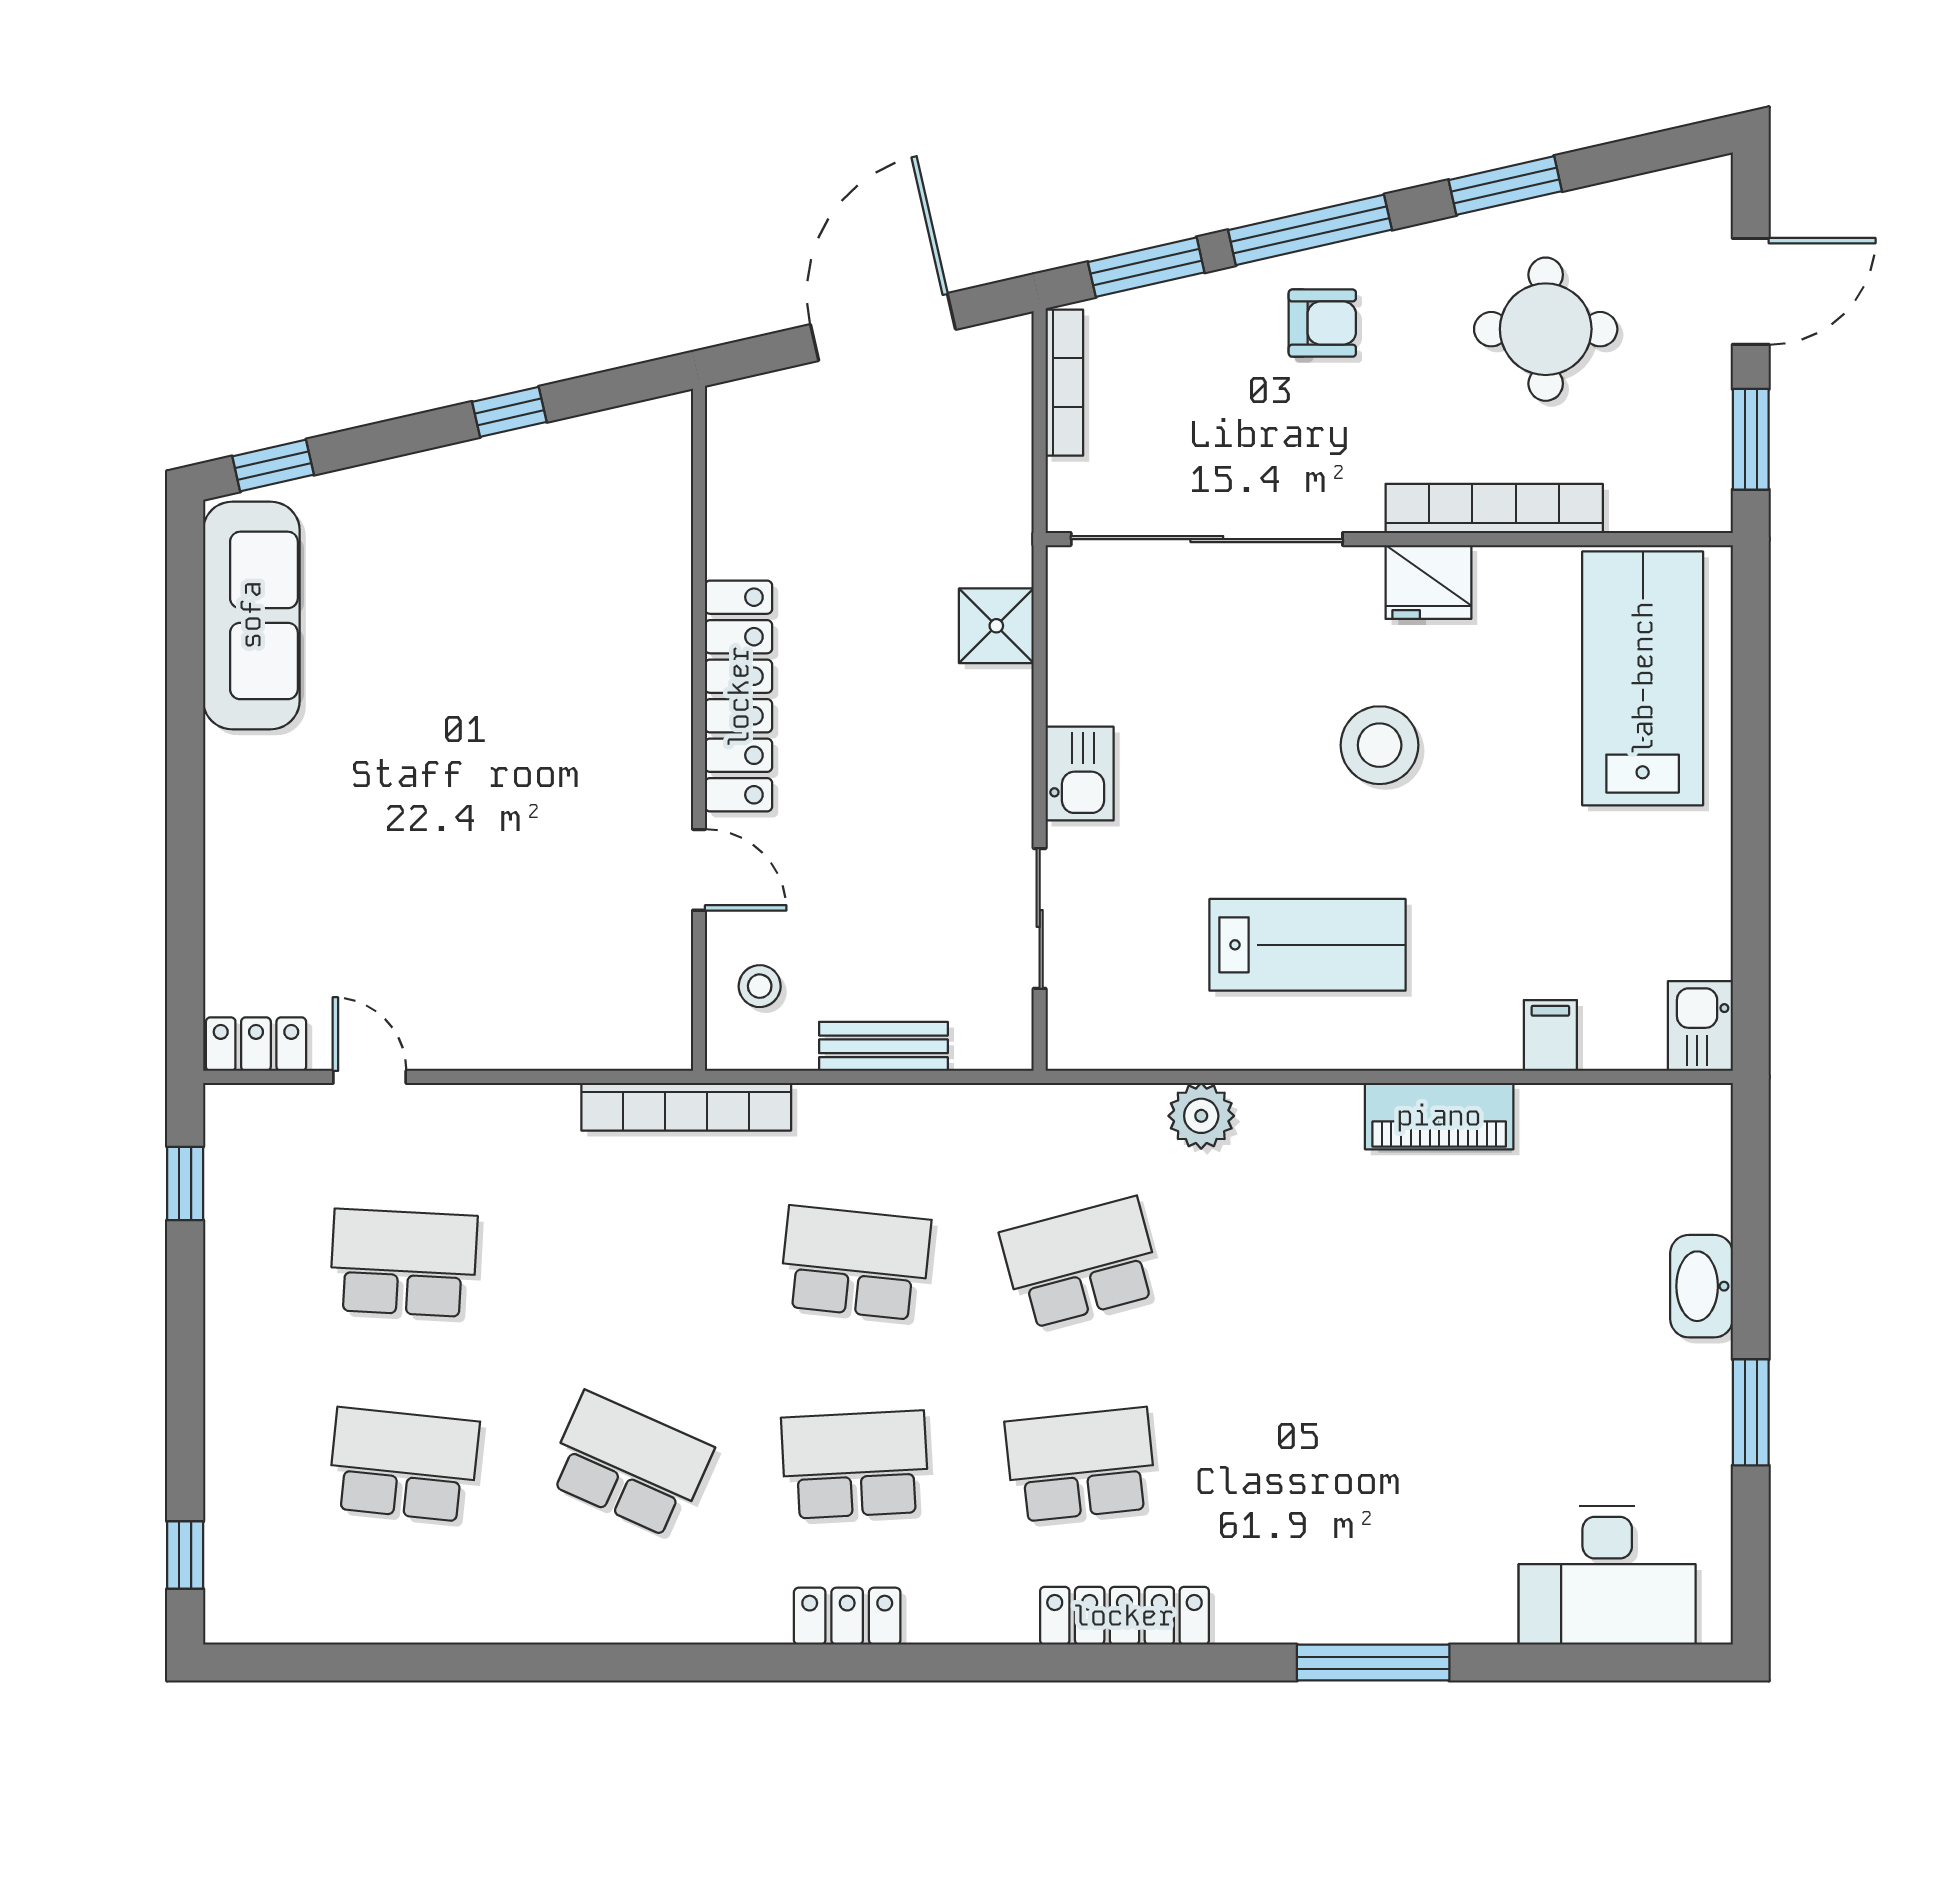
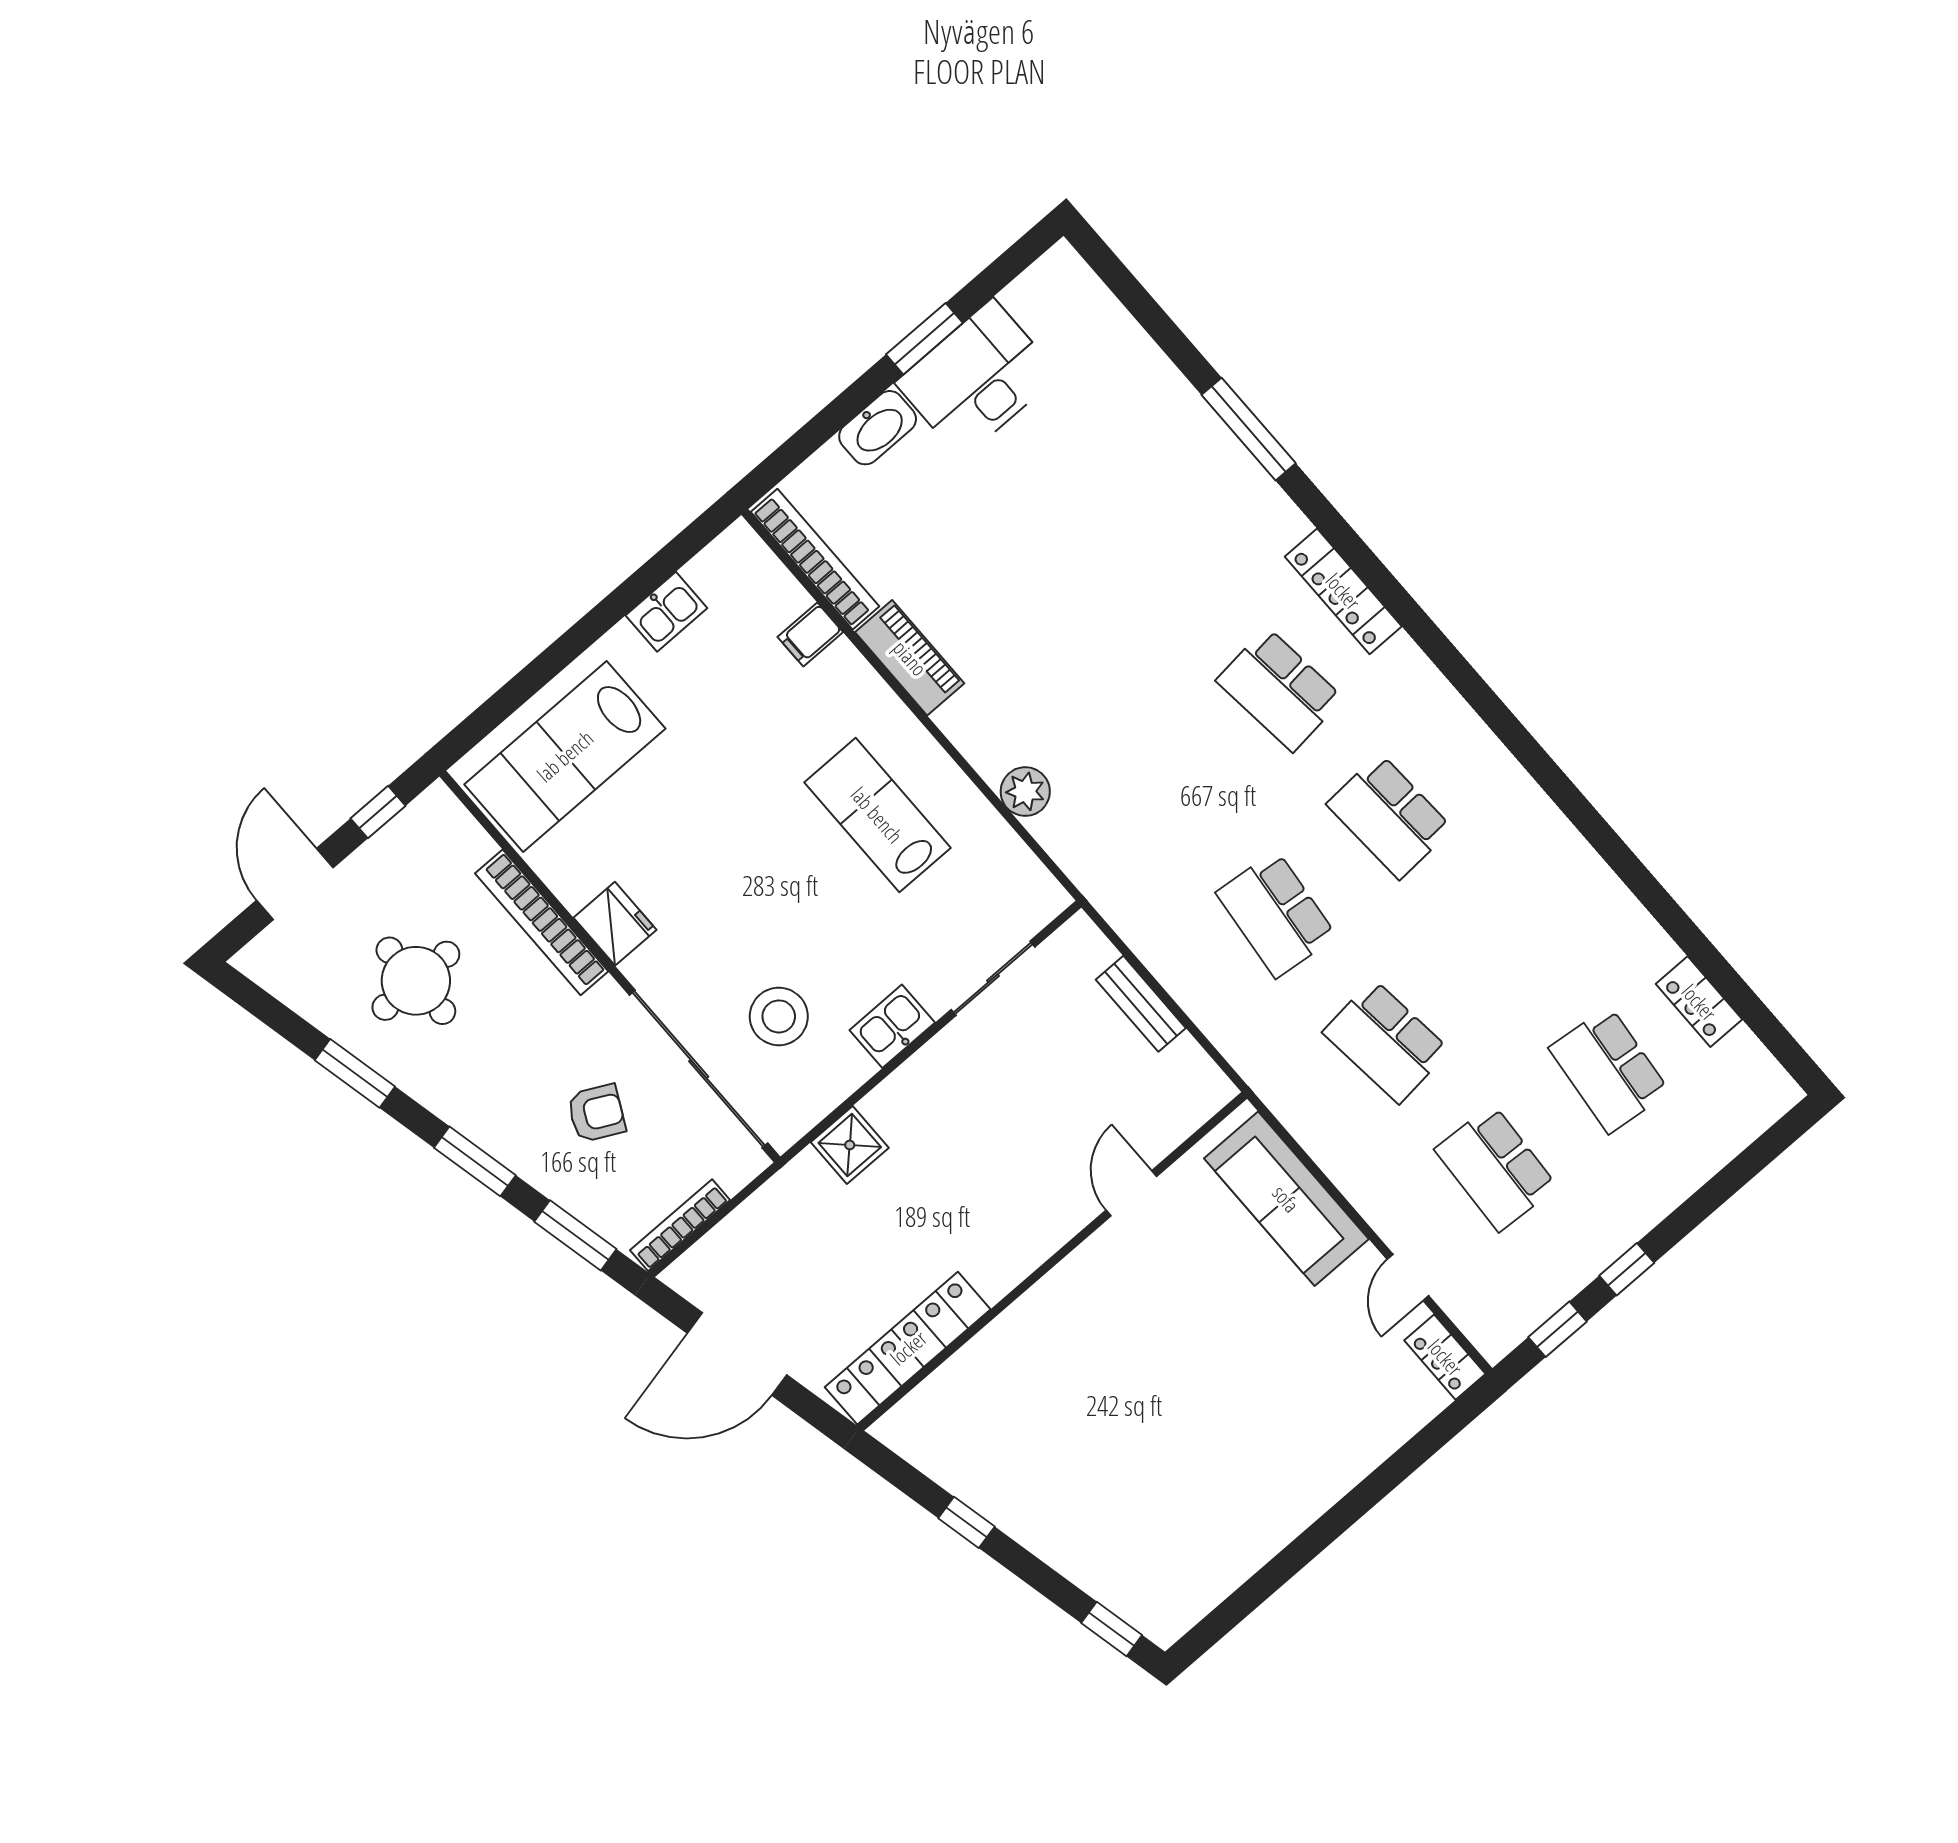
window: (1310, 230) -> (475, 1161), width x0.69
door: (1751, 291) -> (295, 884), hinge flipped
armchair: (1322, 323) -> (596, 1113), moved, turned 117
window: (1751, 439) -> (378, 812), width x0.67
sofa: (251, 615) -> (1286, 1199), moved, turned -90
locker: (739, 696) -> (908, 1348), moved
stool: (1380, 745) -> (779, 1016), moved
stool: (760, 986) -> (1167, 1103), removed
kitchen sink: (1700, 1026) -> (666, 612), moved
bookcase: (686, 1107) -> (815, 559), moved
school desk: (1081, 1263) -> (1166, 788), removed
school desk: (629, 1465) -> (1386, 1041), moved, turned -30
window: (185, 1555) -> (1627, 1269), moved
desk: (1607, 1575) -> (977, 379), moved, turned -90
locker: (847, 1616) -> (1699, 1002), moved

